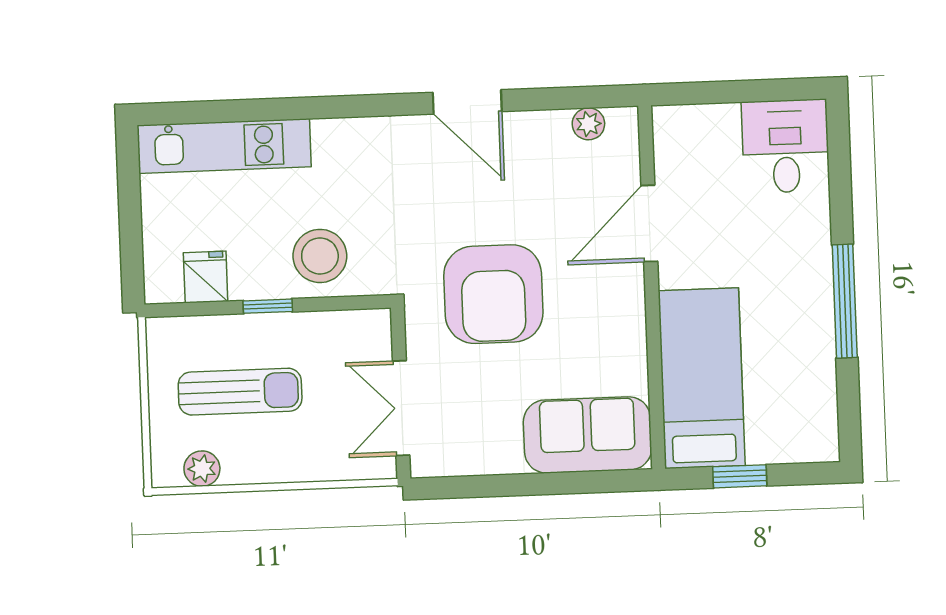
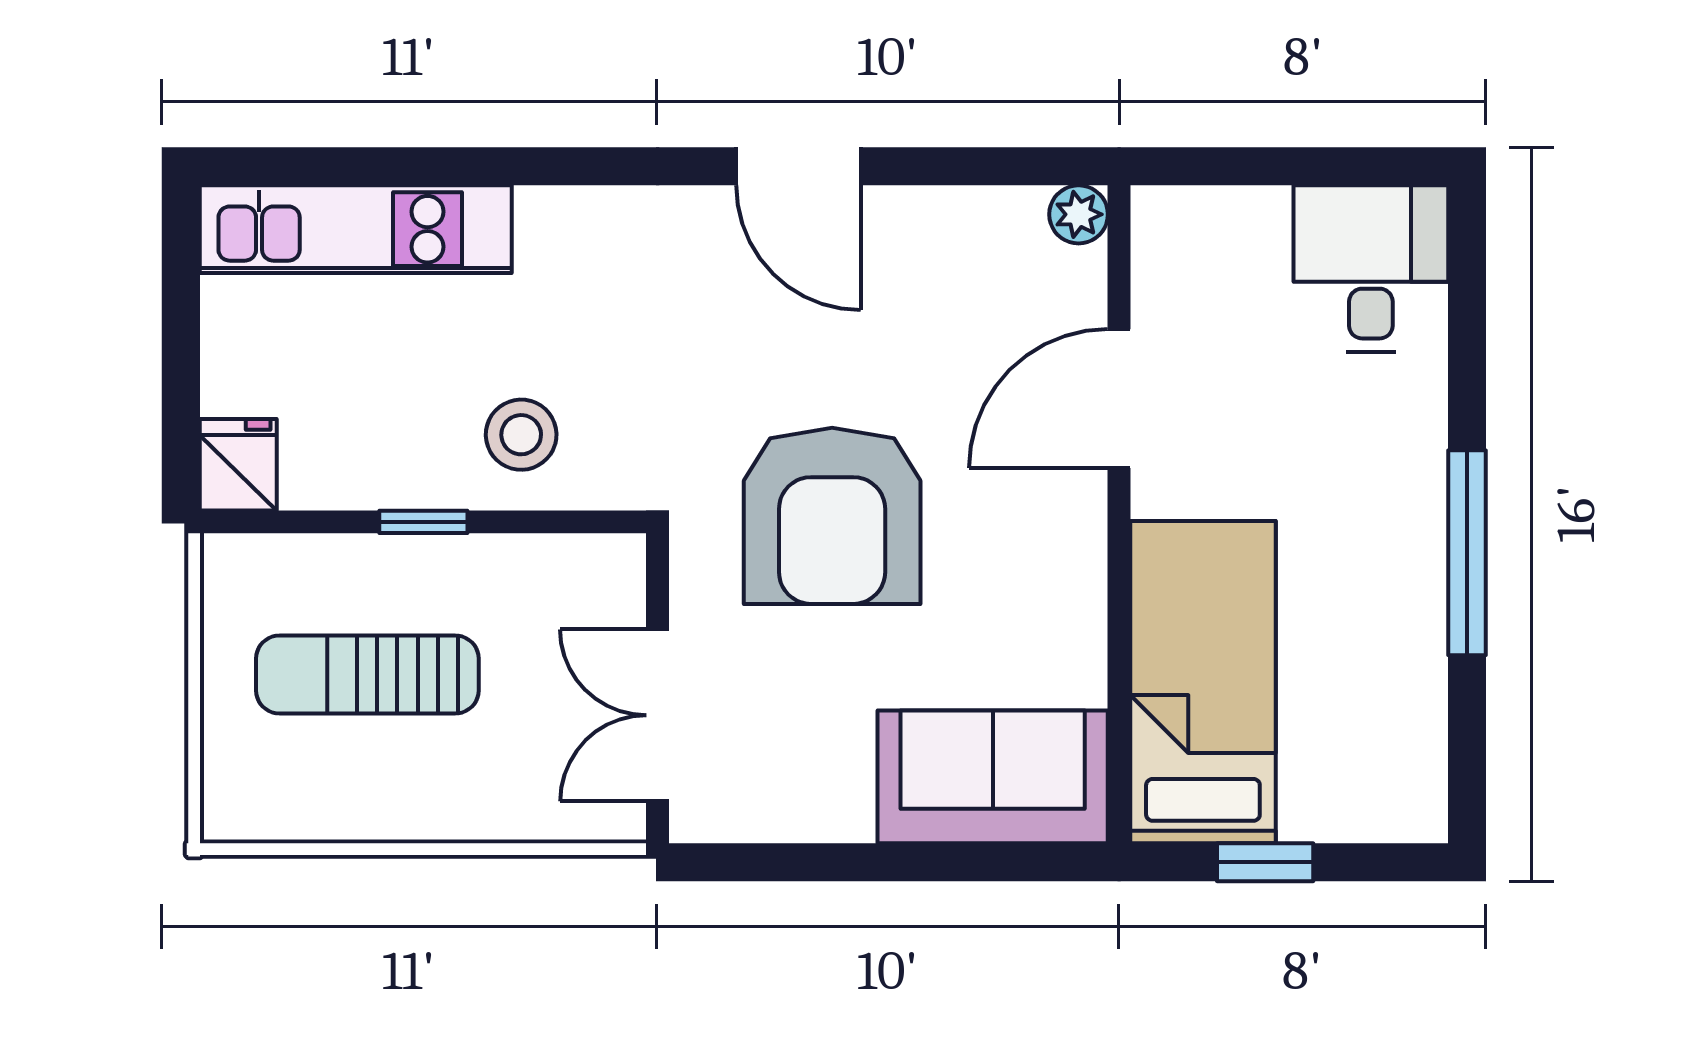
plant: (588, 124) -> (1079, 214), moved
stool: (320, 256) -> (521, 435), width x0.73, depth x0.73
fridge: (206, 277) -> (238, 465), moved
sun lounger: (240, 392) -> (367, 674), turned 180
plant: (202, 469) -> (293, 811), removed

